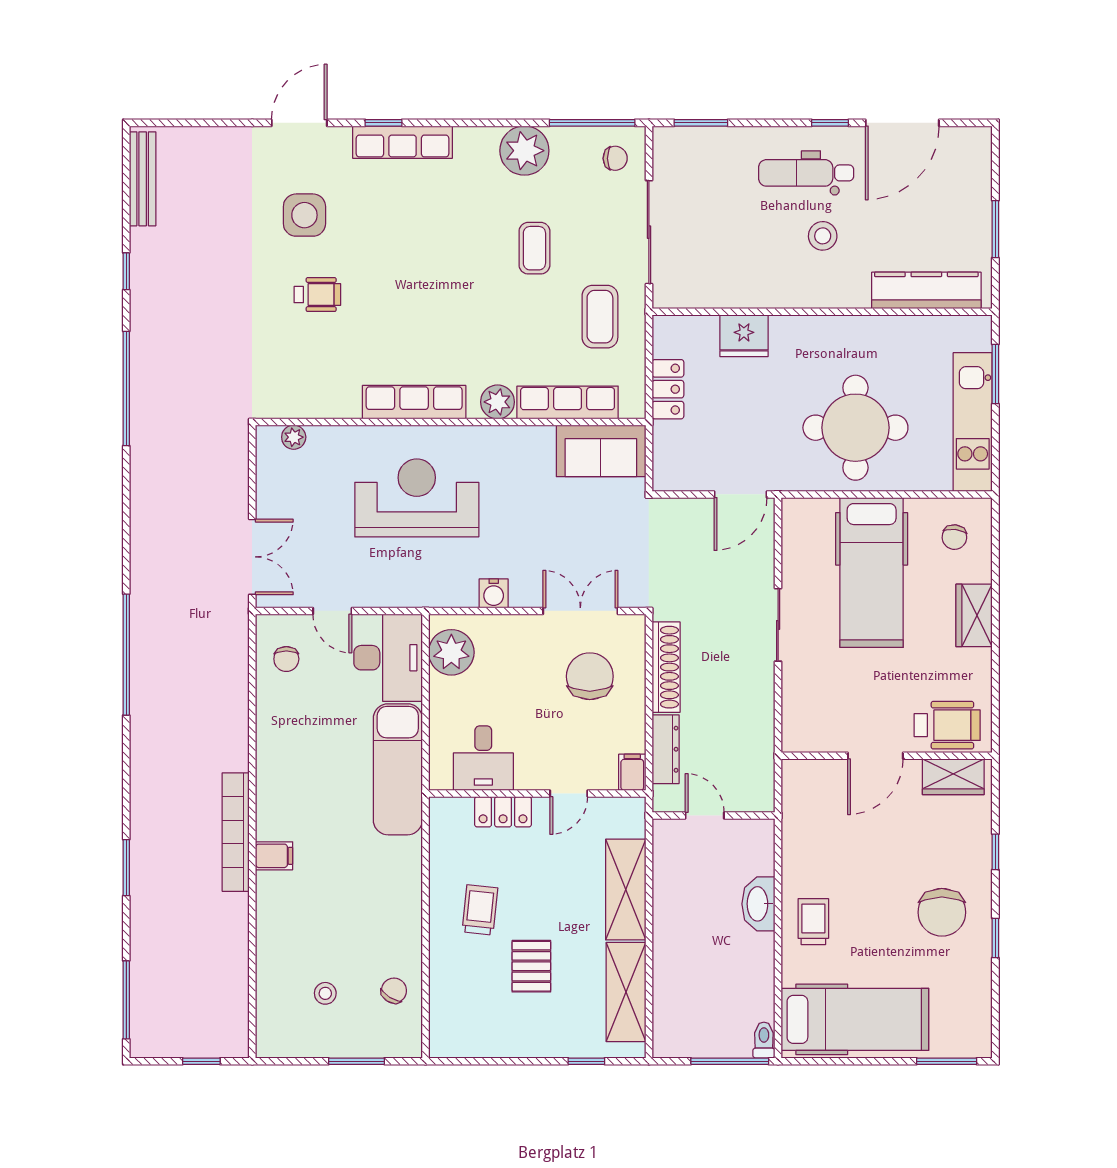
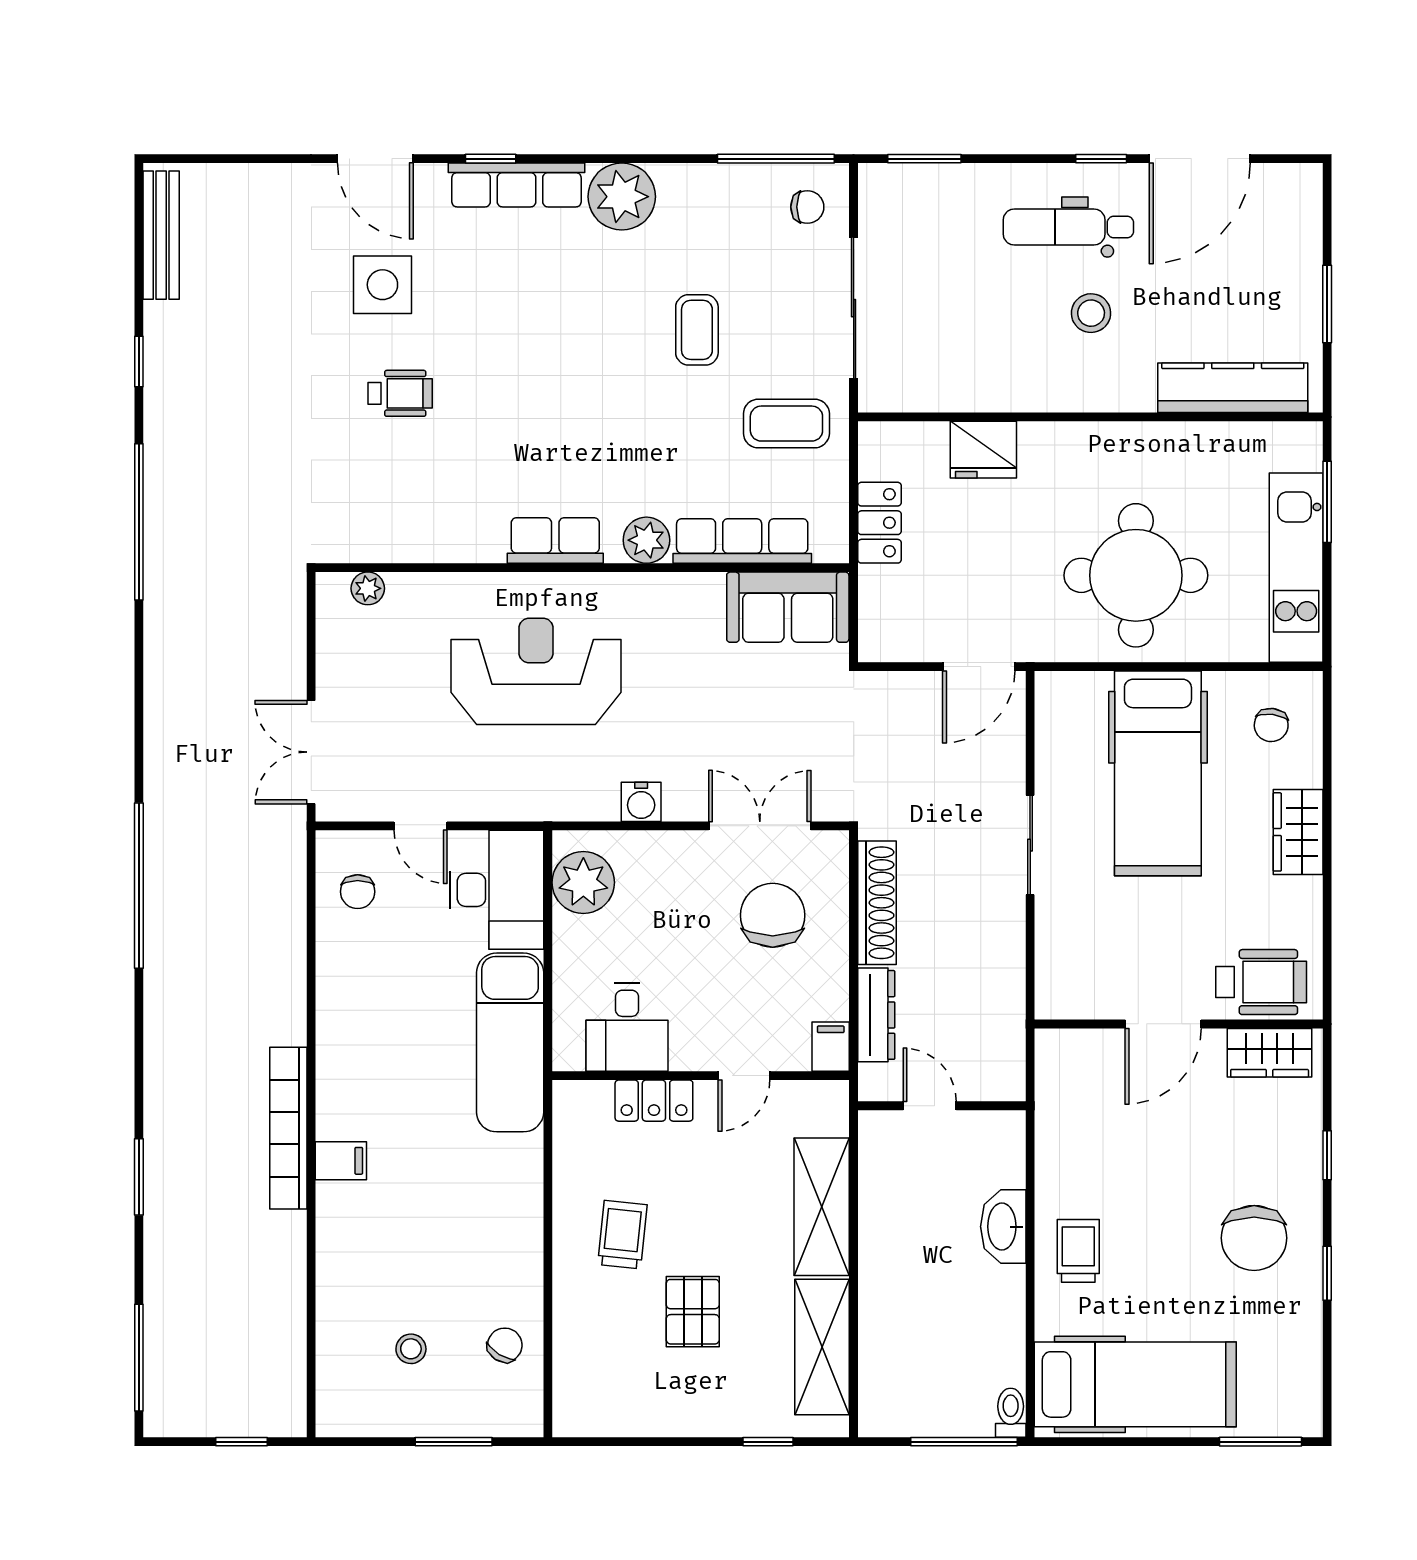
door: (299, 123) -> (375, 159), swing flipped
plant: (524, 151) -> (622, 197), moved
coffee table: (600, 317) -> (786, 424), turned 90
row of seats: (414, 402) -> (555, 540), width x0.68
double door: (252, 557) -> (311, 752), swing flipped

